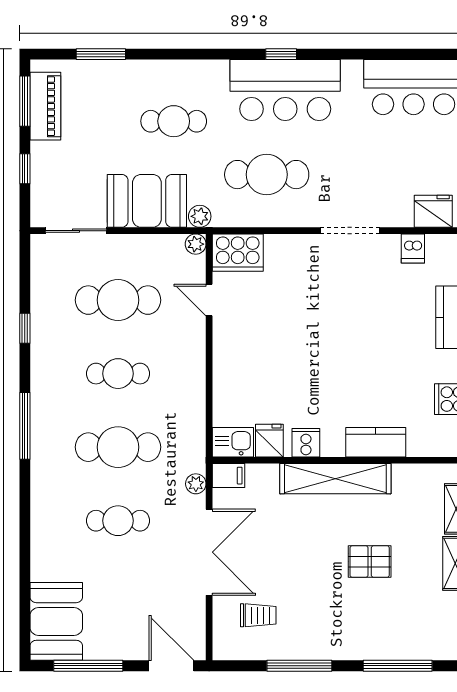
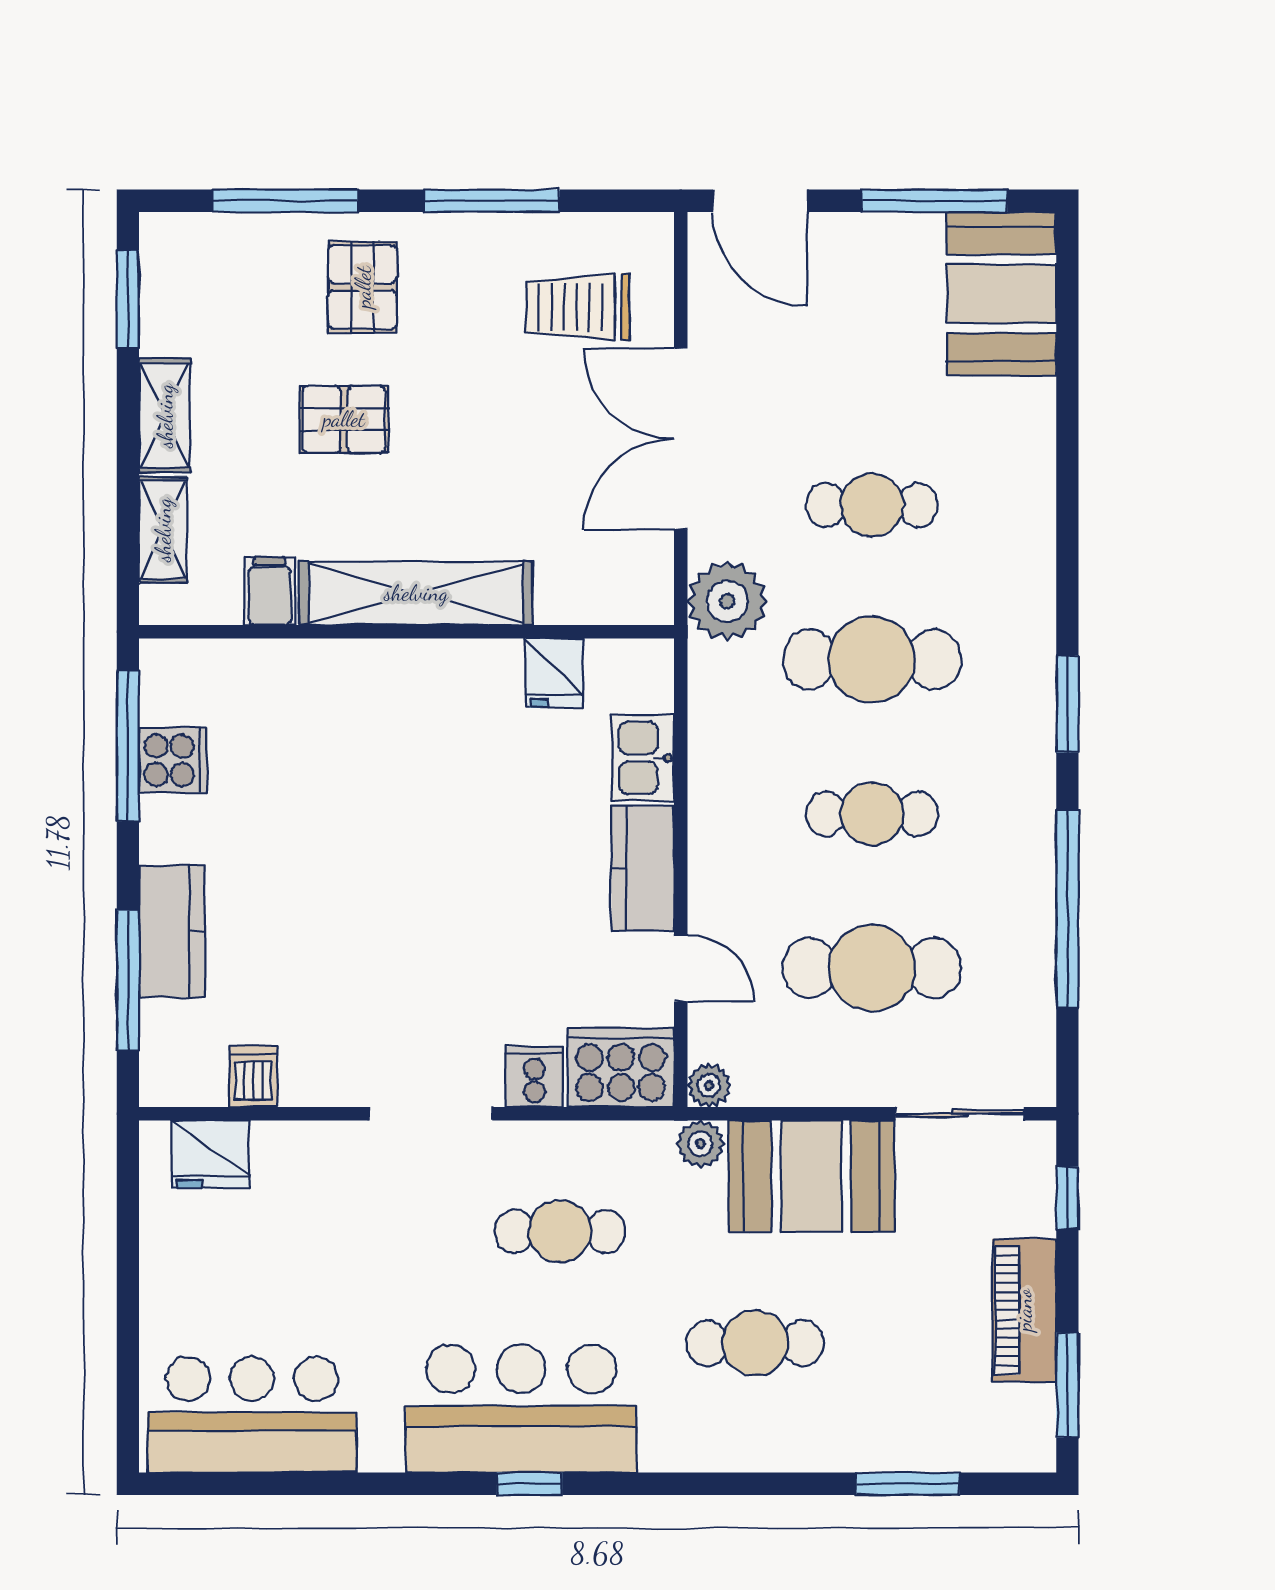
piano: (45, 106) -> (1024, 1310), moved
window: (25, 169) -> (1067, 1198), moved
cafe table: (267, 175) -> (560, 1231), width x0.73, depth x0.74
doorway: (350, 231) -> (431, 1114), moved
window: (25, 328) -> (1067, 909), width x3.17
window: (25, 426) -> (1067, 704), width x0.69
kitchen sink: (233, 442) -> (643, 758), moved, turned 90
kitchen counter: (376, 442) -> (643, 868), moved, turned 90
cooker: (306, 443) -> (534, 1077), moved, turned 180
filing cabinet: (228, 476) -> (270, 591), moved, turned 90
plant: (196, 484) -> (727, 601), width x1.87, depth x1.87
trolley: (258, 615) -> (578, 307), width x1.36, depth x1.39
pallet: (361, 625) -> (363, 287), added

